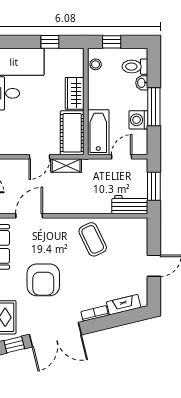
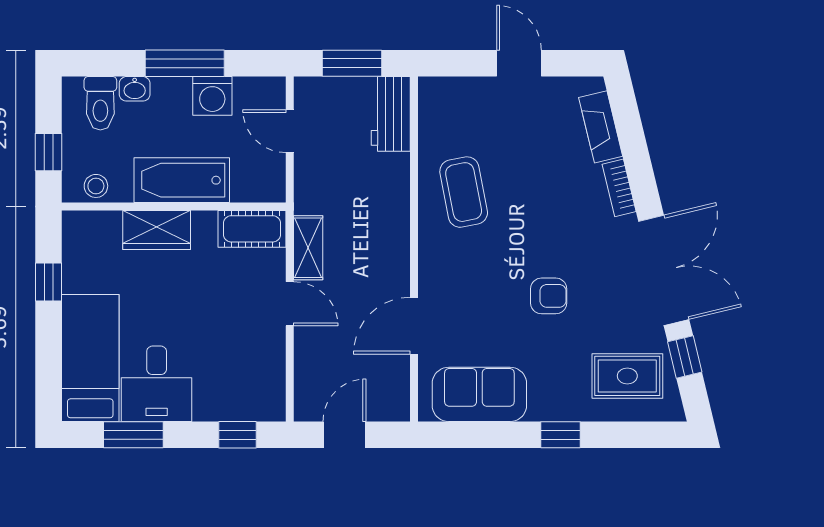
bathtub: (98, 132) -> (182, 180), moved
cot: (72, 133) -> (252, 229), width x0.73, depth x0.75
door: (29, 216) -> (414, 326), hinge flipped
coffee table: (93, 239) -> (464, 192), turned -75
armchair: (43, 280) -> (549, 296), width x0.53, depth x0.53

